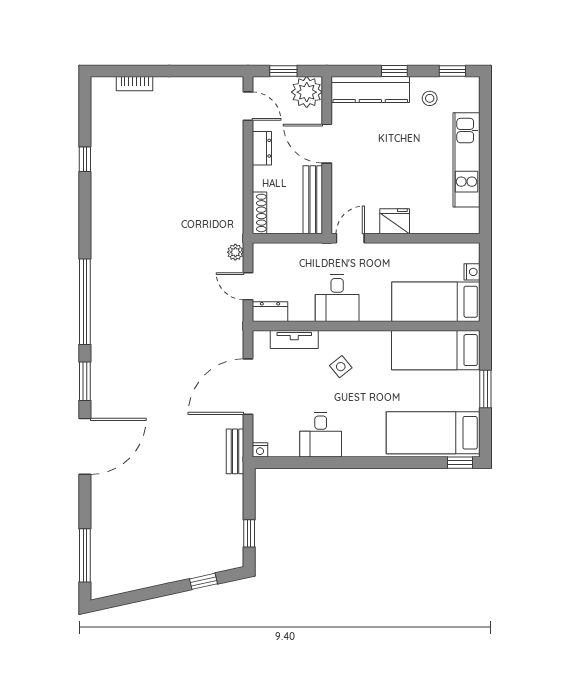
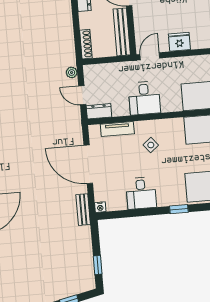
door: (248, 387) -> (88, 164), hinge flipped
window: (373, 463) -> (179, 209), added

